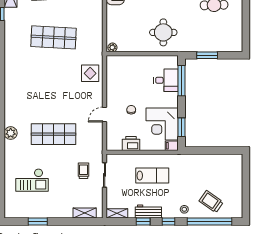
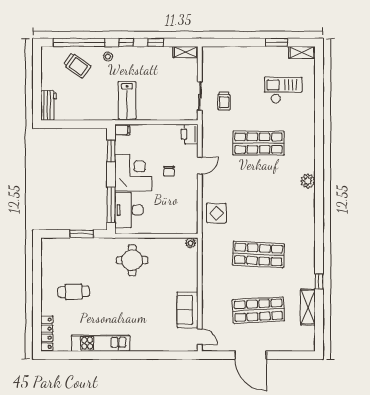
desk: (166, 80) -> (129, 210), width x1.37
corner desk: (162, 124) -> (133, 173), moved
plant: (11, 133) -> (308, 181), moved
printer: (131, 143) -> (190, 134), moved, turned 90
lab bench: (152, 176) -> (127, 100), moved, turned -90
workbench: (148, 211) -> (49, 105), moved, turned -90
shelving: (85, 213) -> (302, 52), moved

